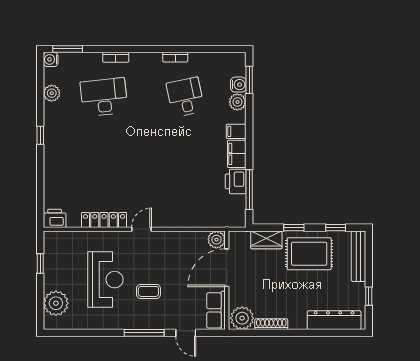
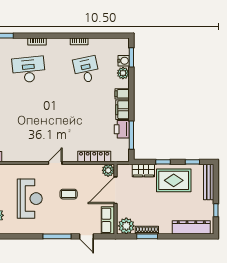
locker: (104, 220) -> (94, 156), moved
coffee table: (148, 291) -> (69, 194), moved
window: (272, 333) -> (147, 236), added

